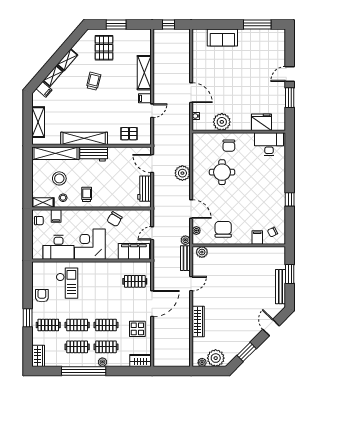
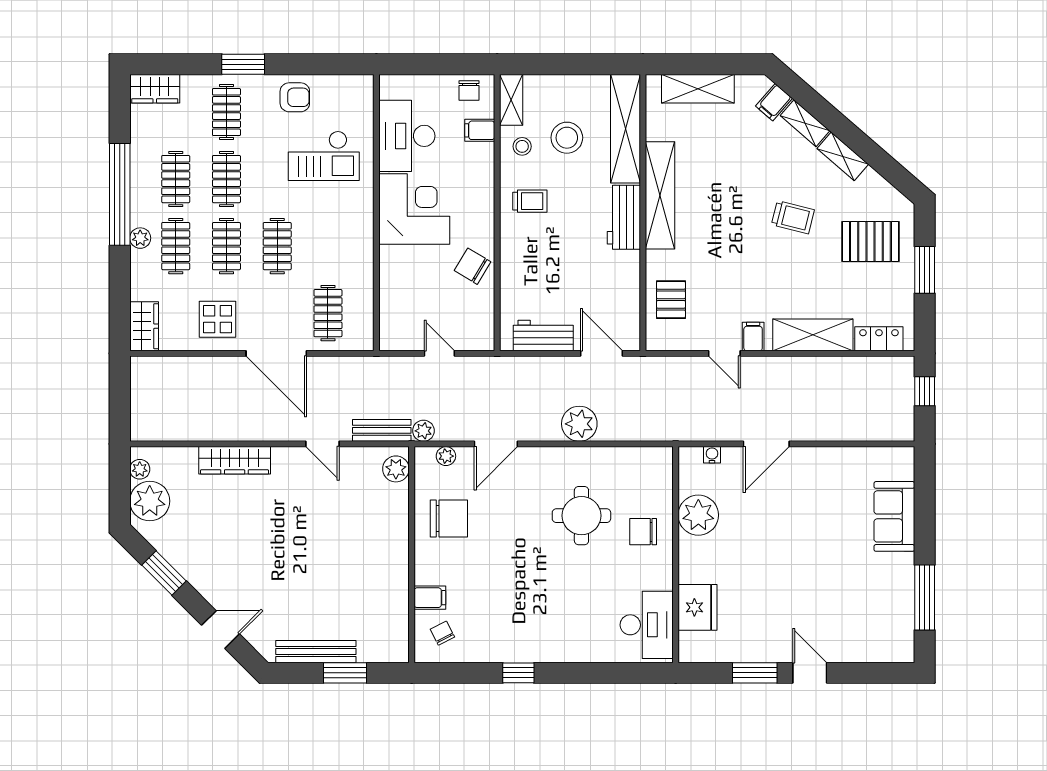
locker: (146, 44) -> (879, 339), added
door: (152, 164) -> (602, 353), hinge flipped
filing cabinet: (134, 251) -> (397, 311), removed
clothes rail: (106, 303) -> (277, 246), added

